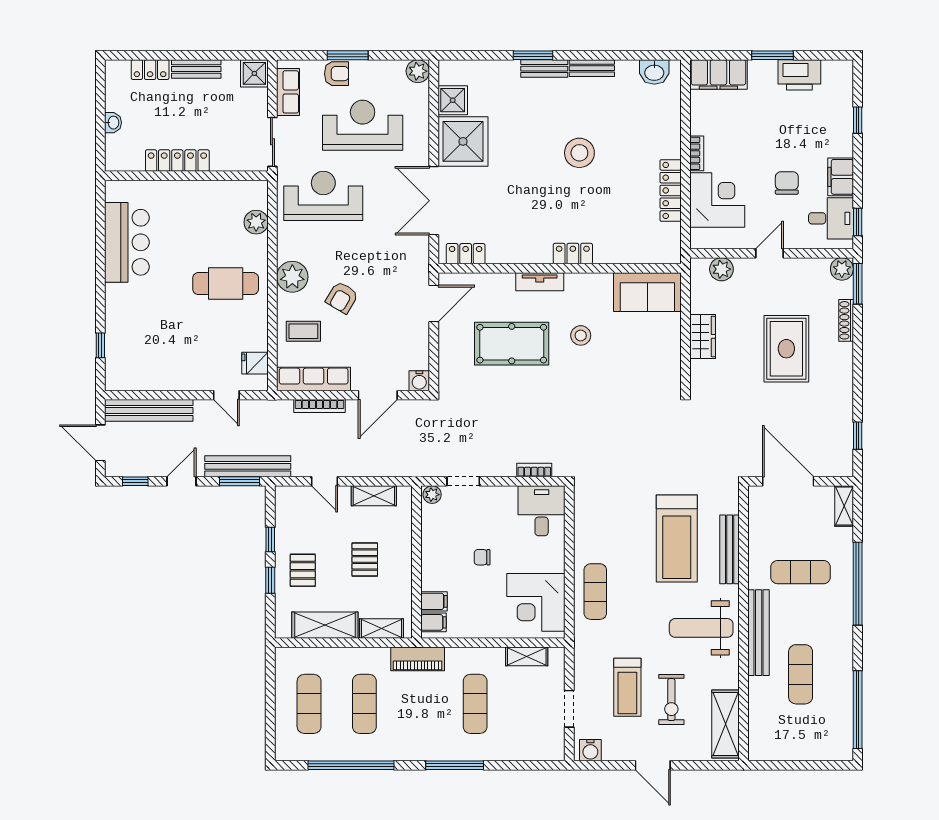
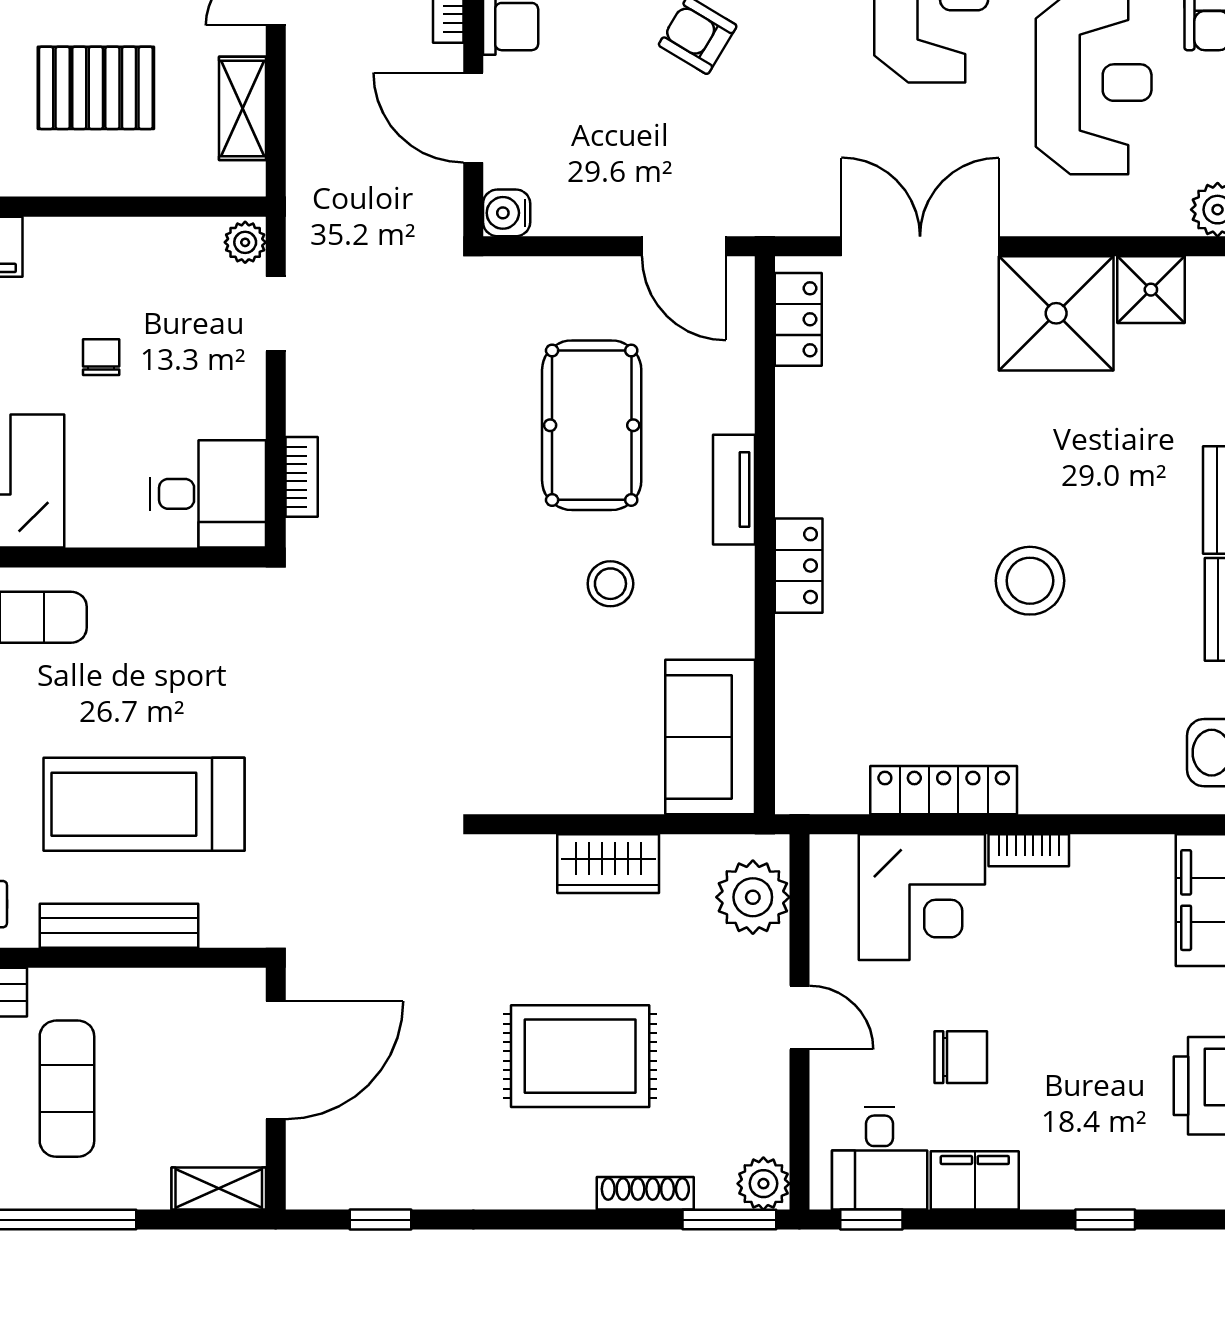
plant: (721, 269) -> (753, 897), width x1.36, depth x1.36
pallet: (365, 560) -> (96, 88), width x1.50, depth x1.42

